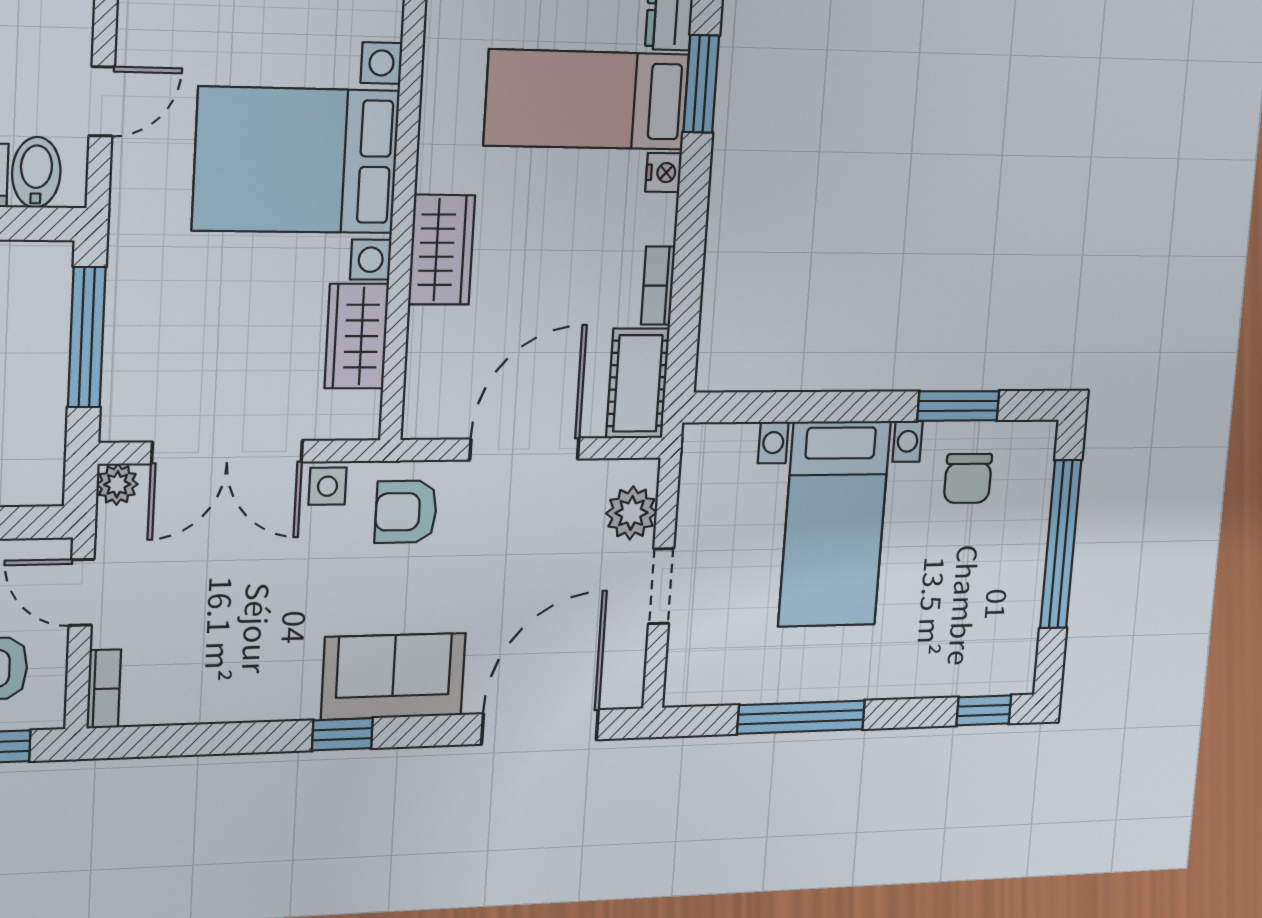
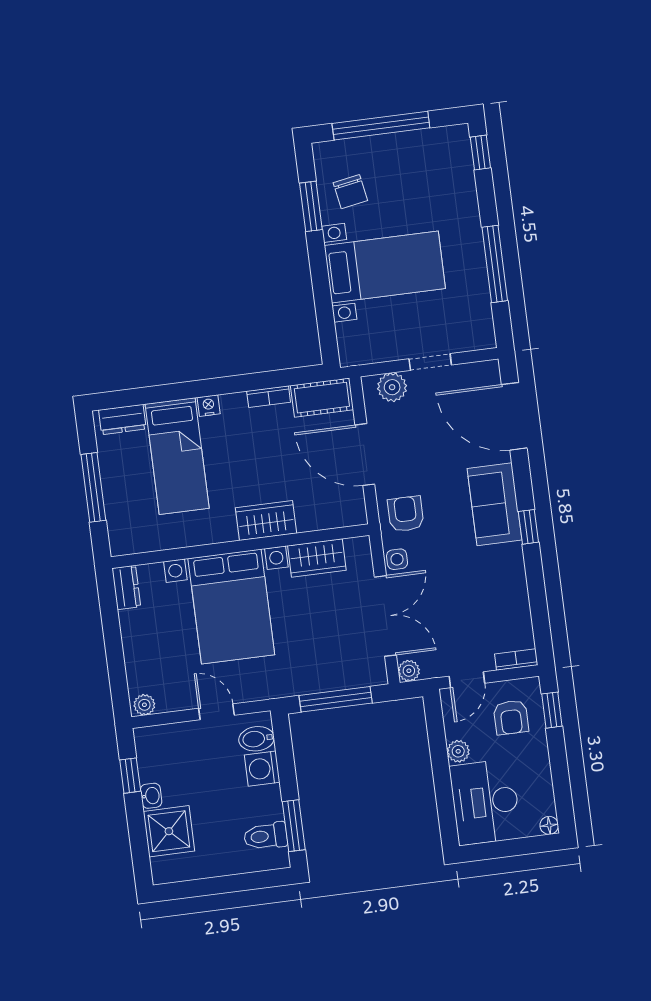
window: (701, 84) -> (159, 394), removed
chair: (968, 478) -> (350, 192), turned 80
armchair: (406, 512) -> (406, 514), turned 180

